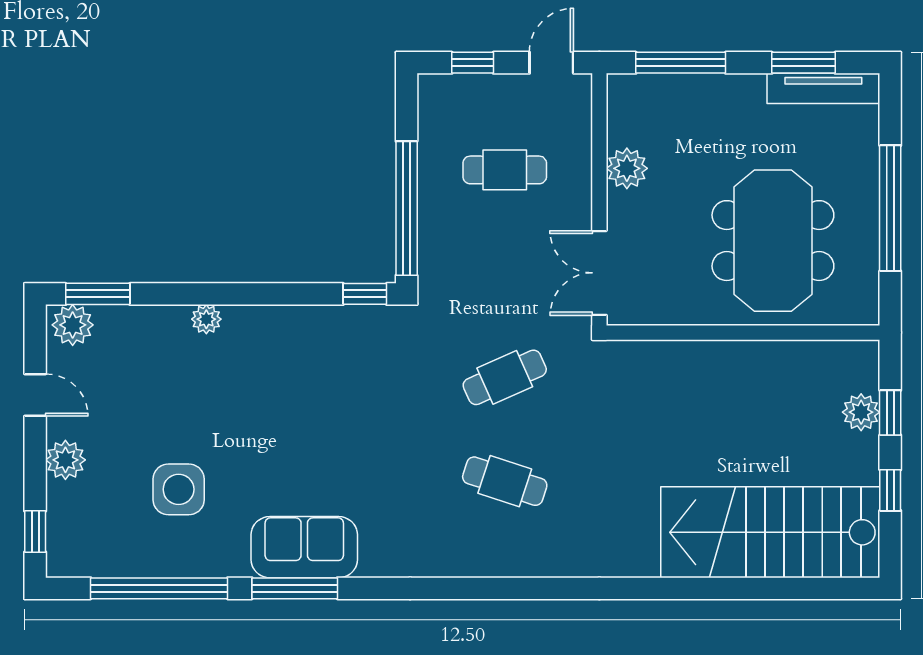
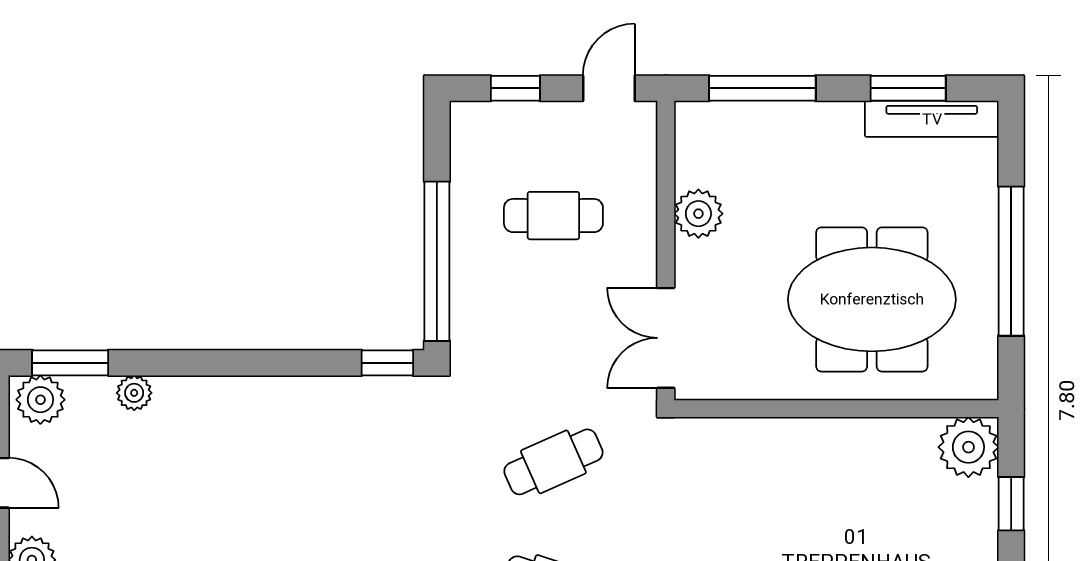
meeting table: (773, 241) -> (872, 299), turned 90
plant: (206, 319) -> (134, 393), moved
plant: (861, 412) -> (968, 447), moved, width x1.36, depth x1.36

